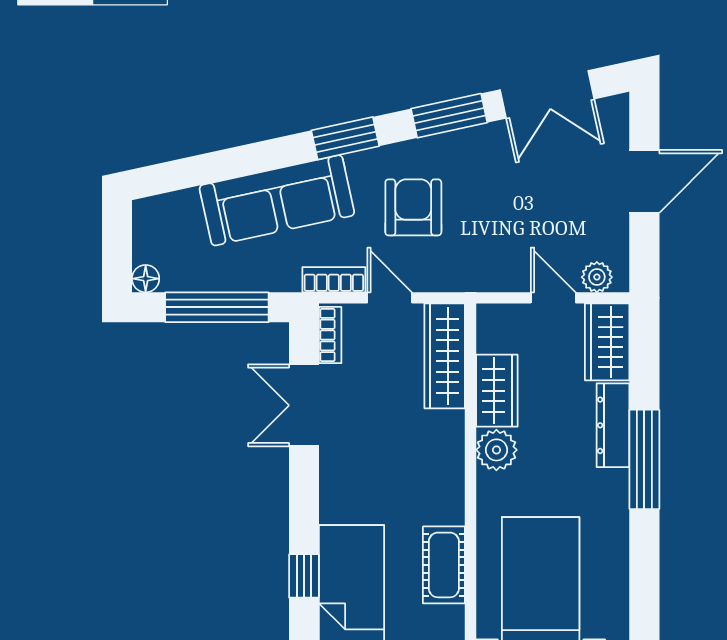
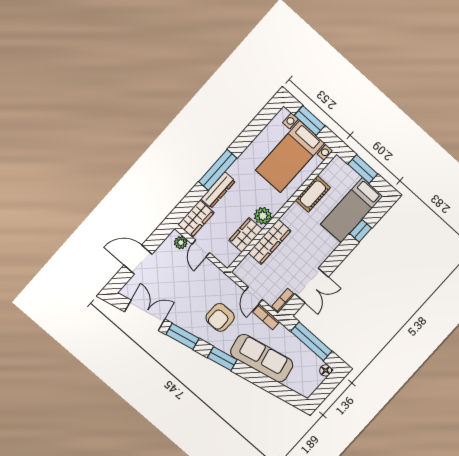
wardrobe: (445, 356) -> (270, 242), moved

